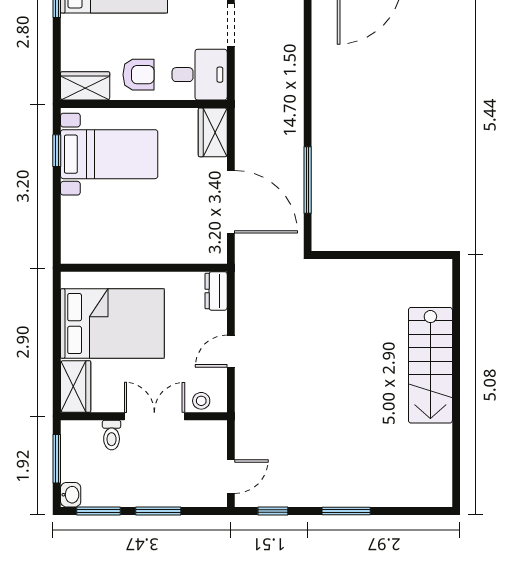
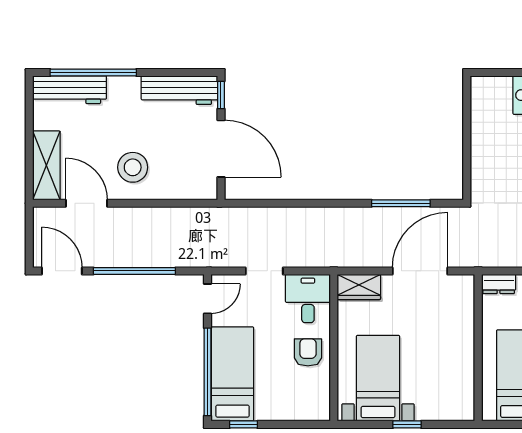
wardrobe: (85, 86) -> (318, 399), removed
window: (57, 151) -> (407, 424), moved

